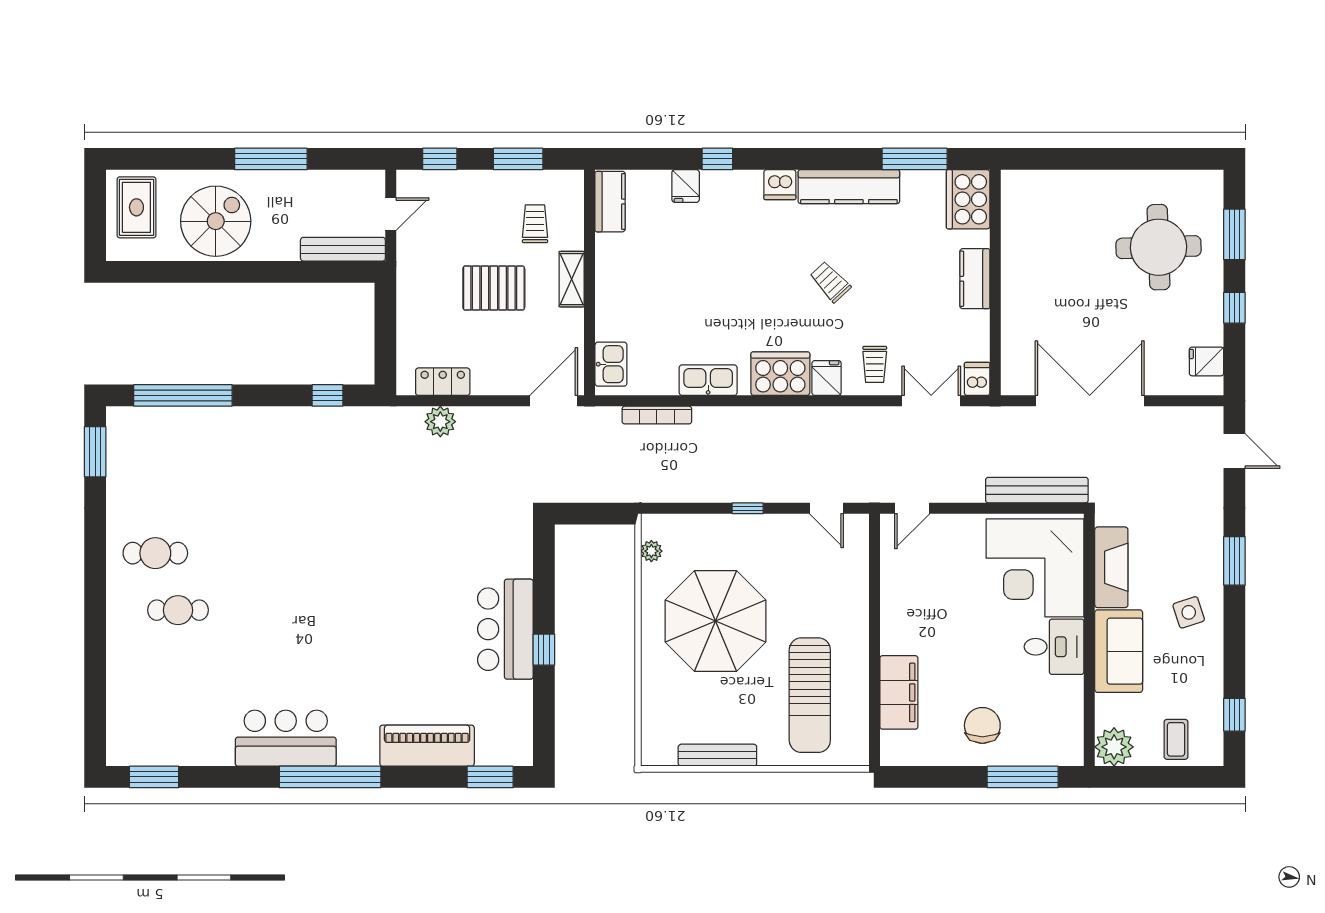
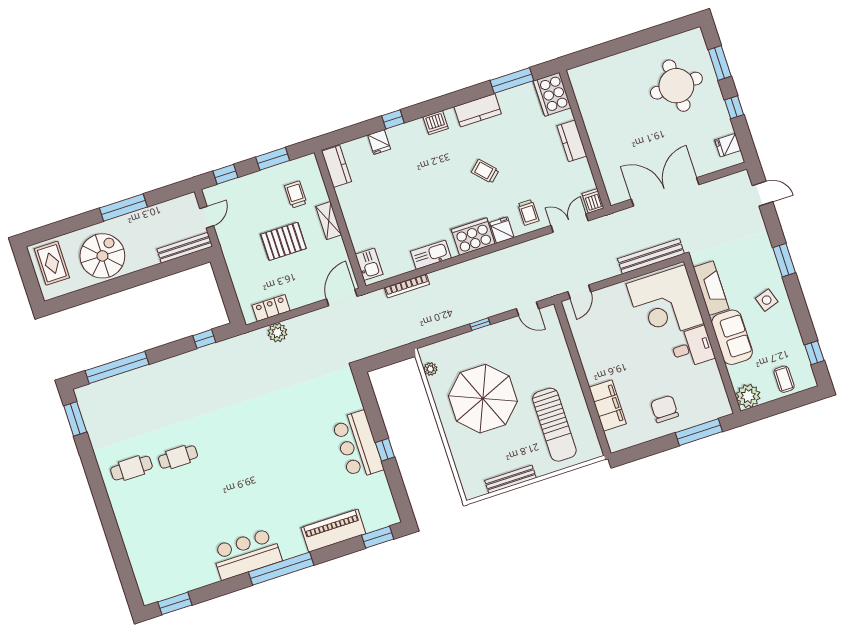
kitchen counter: (849, 187) -> (478, 110), width x0.67
cafe table: (178, 610) -> (178, 457), moved

